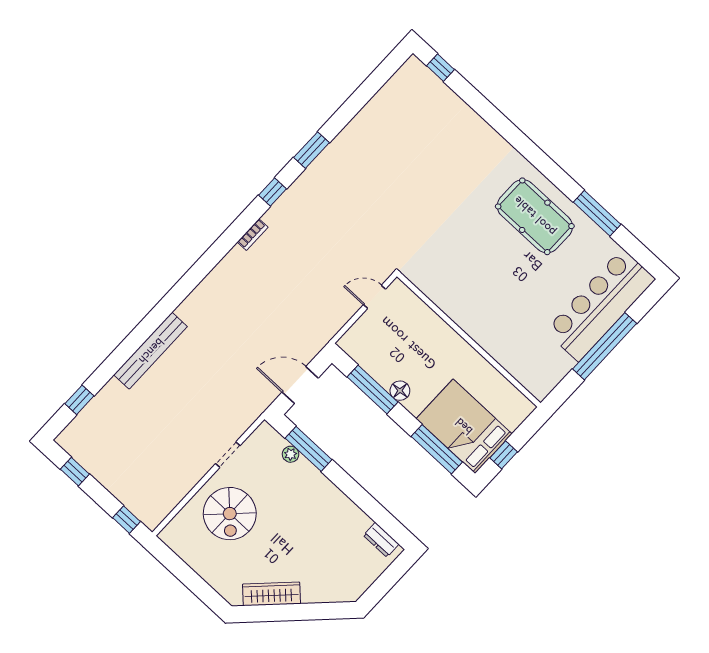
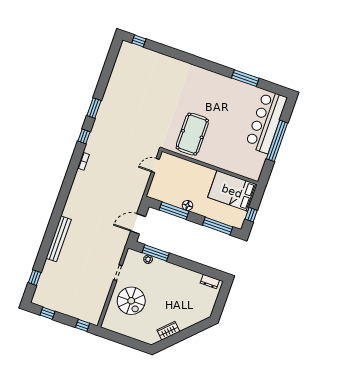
pool table: (535, 216) -> (192, 134), moved, turned 90
bed: (464, 426) -> (232, 191), moved
wardrobe: (271, 594) -> (168, 331), width x0.67

